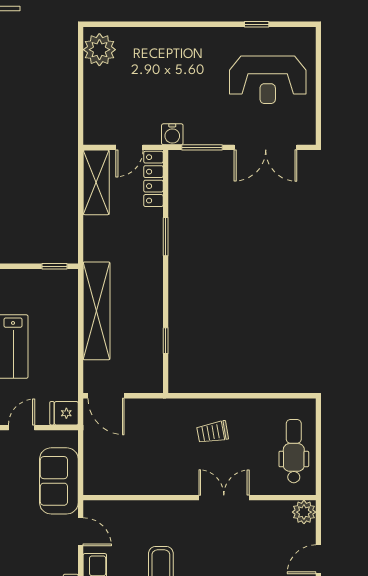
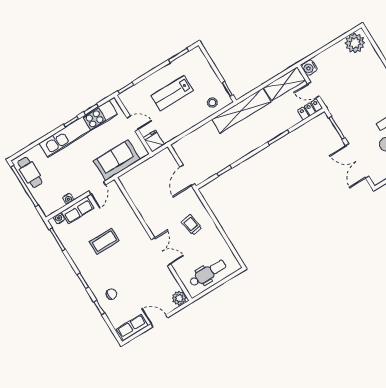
water cooler: (172, 134) -> (309, 68), moved
locker: (153, 179) -> (310, 109), width x0.66
stool: (61, 299) -> (212, 103), added
shelving: (97, 311) -> (241, 111), moved
door: (106, 396) -> (187, 175), moved

